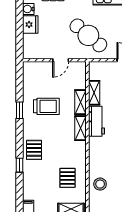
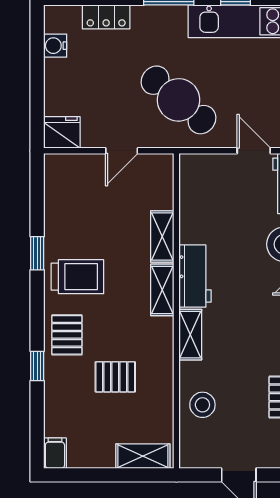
fridge: (30, 25) -> (62, 132), moved, turned -90
shelving: (94, 93) -> (190, 335), moved
trolley: (46, 106) -> (77, 277), moved
pallet: (67, 178) -> (115, 377), moved, turned 90

